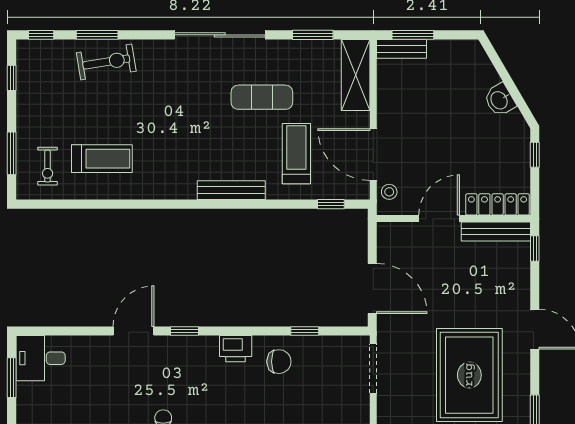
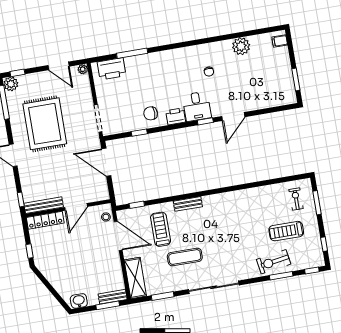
washbasin: (500, 100) -> (79, 301), moved, turned -60
treadmill: (296, 154) -> (161, 229), turned 180
treadmill: (102, 159) -> (286, 231), moved
bench: (231, 190) -> (188, 204), width x0.73
desk: (41, 358) -> (197, 106), moved, turned 90

